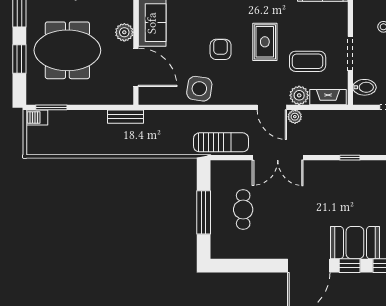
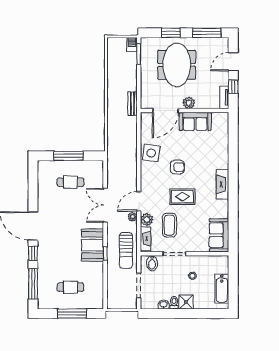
sun lounger: (221, 142) -> (126, 250), moved
booth: (355, 243) -> (93, 245), moved

